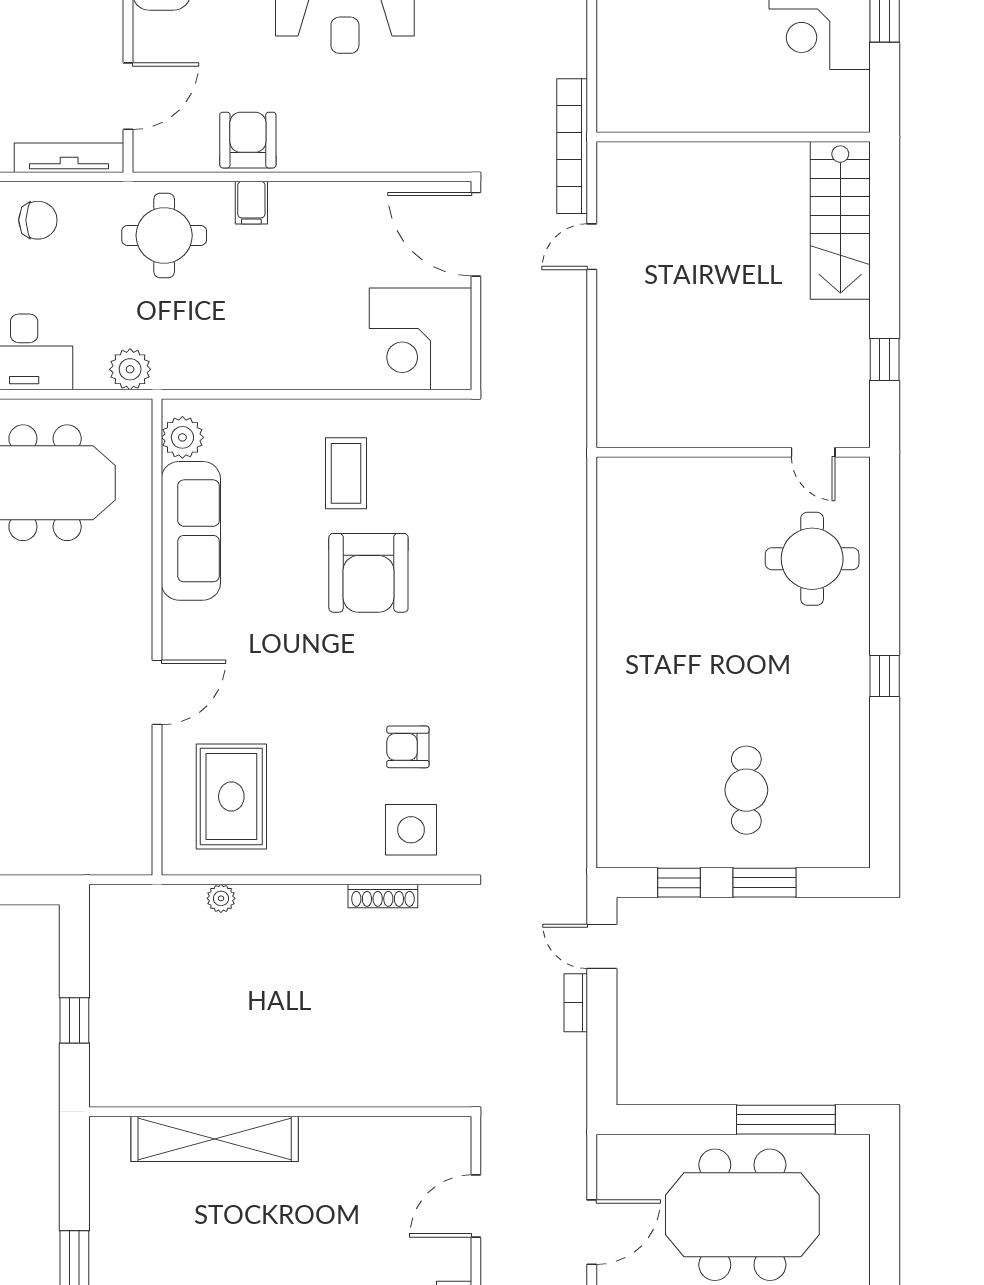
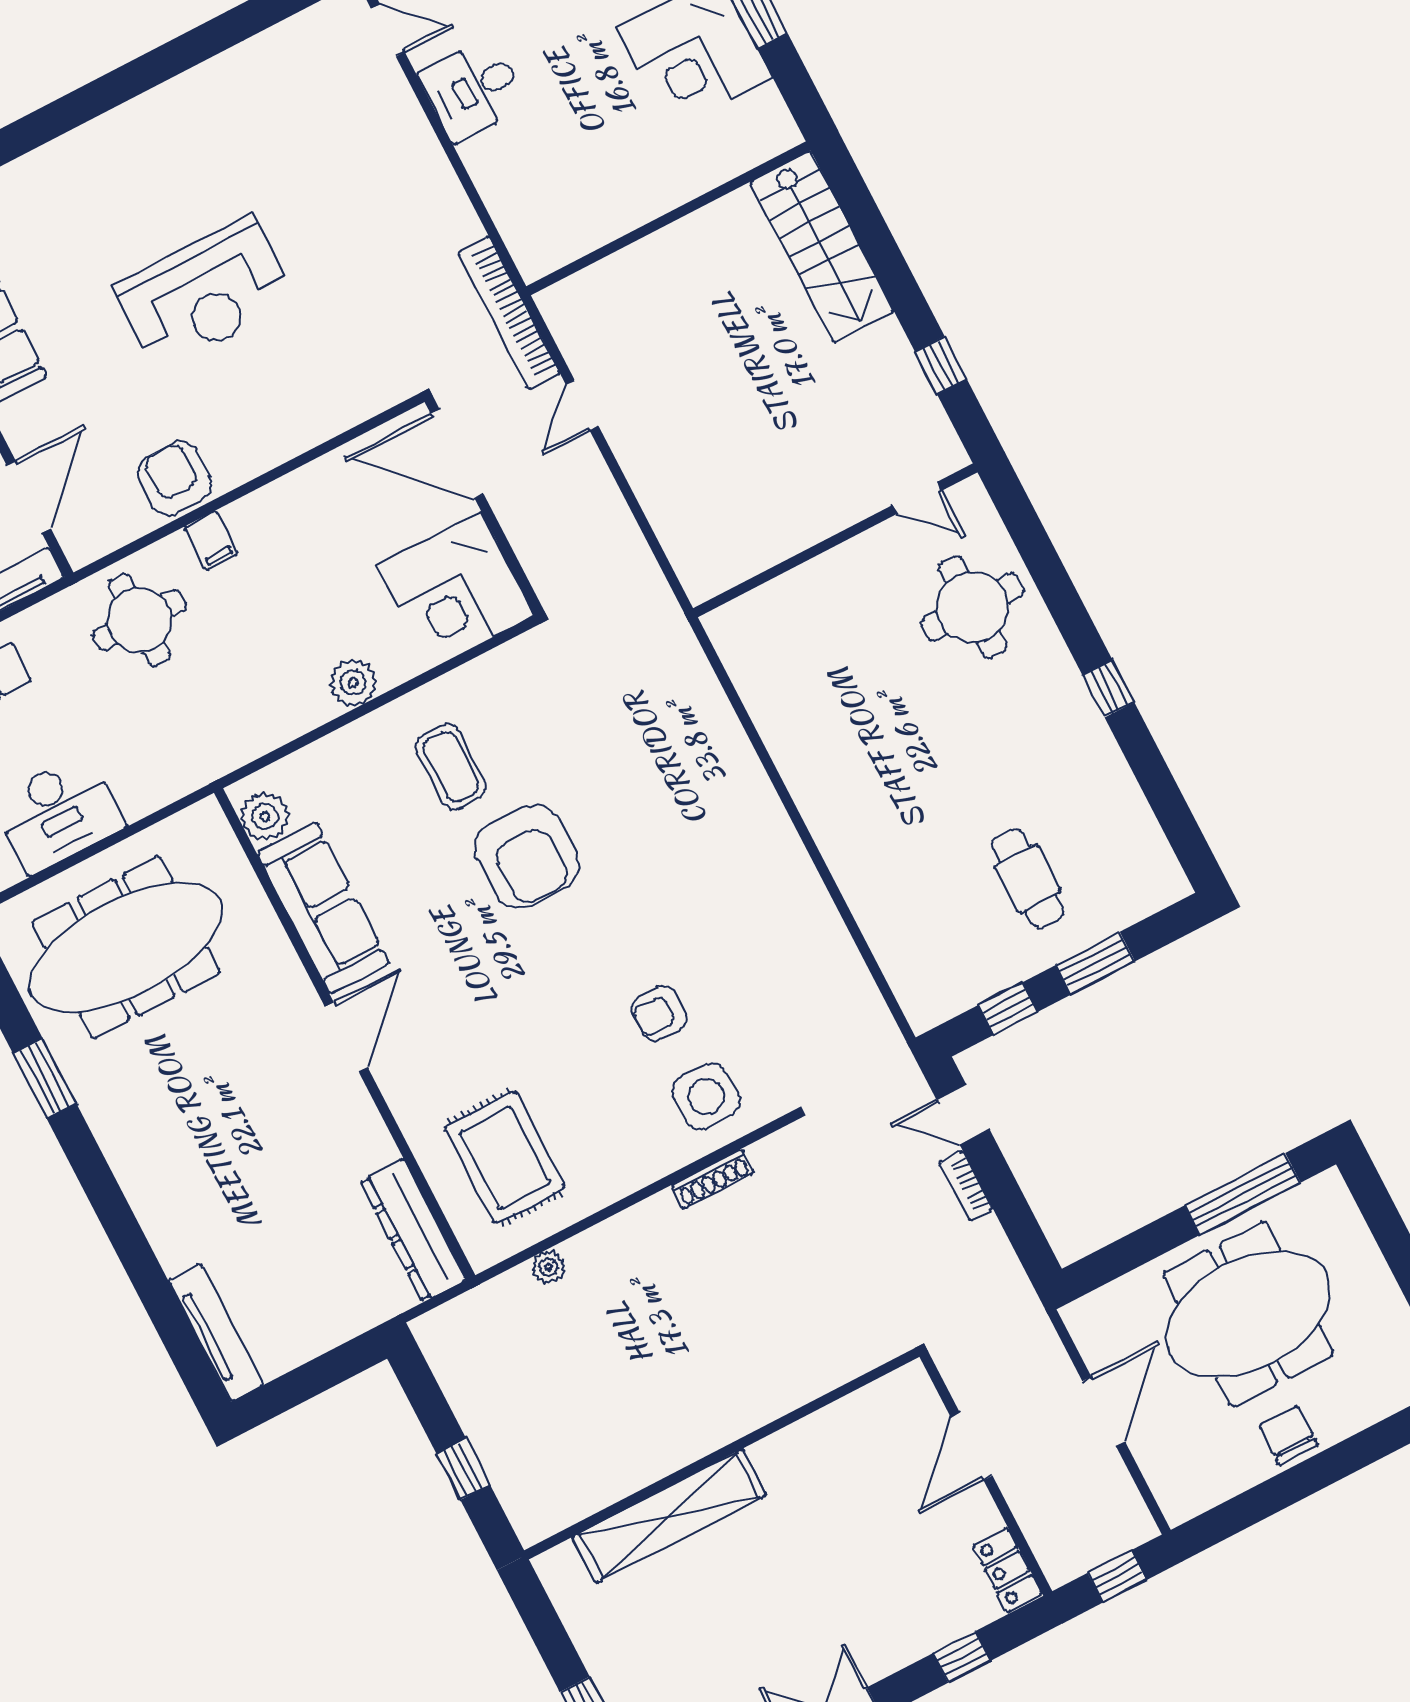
plant: (130, 369) -> (353, 683), moved
door: (157, 692) -> (346, 1037), moved
dresser: (131, 816) -> (413, 1230), added

